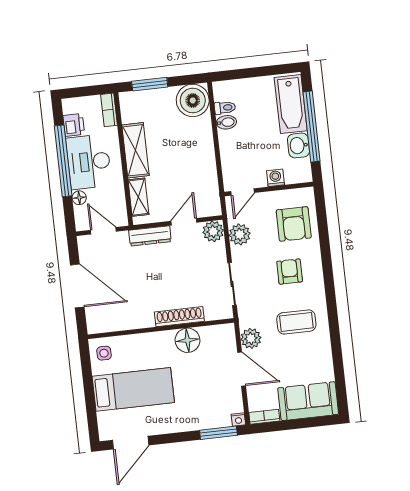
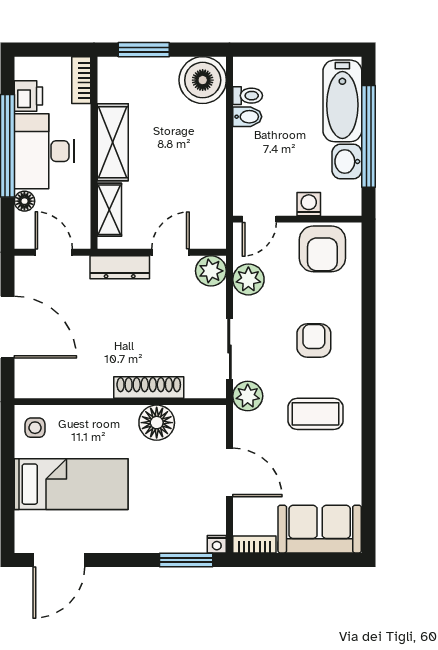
armchair: (294, 224) -> (322, 249), moved
plant: (251, 338) -> (248, 396), moved

